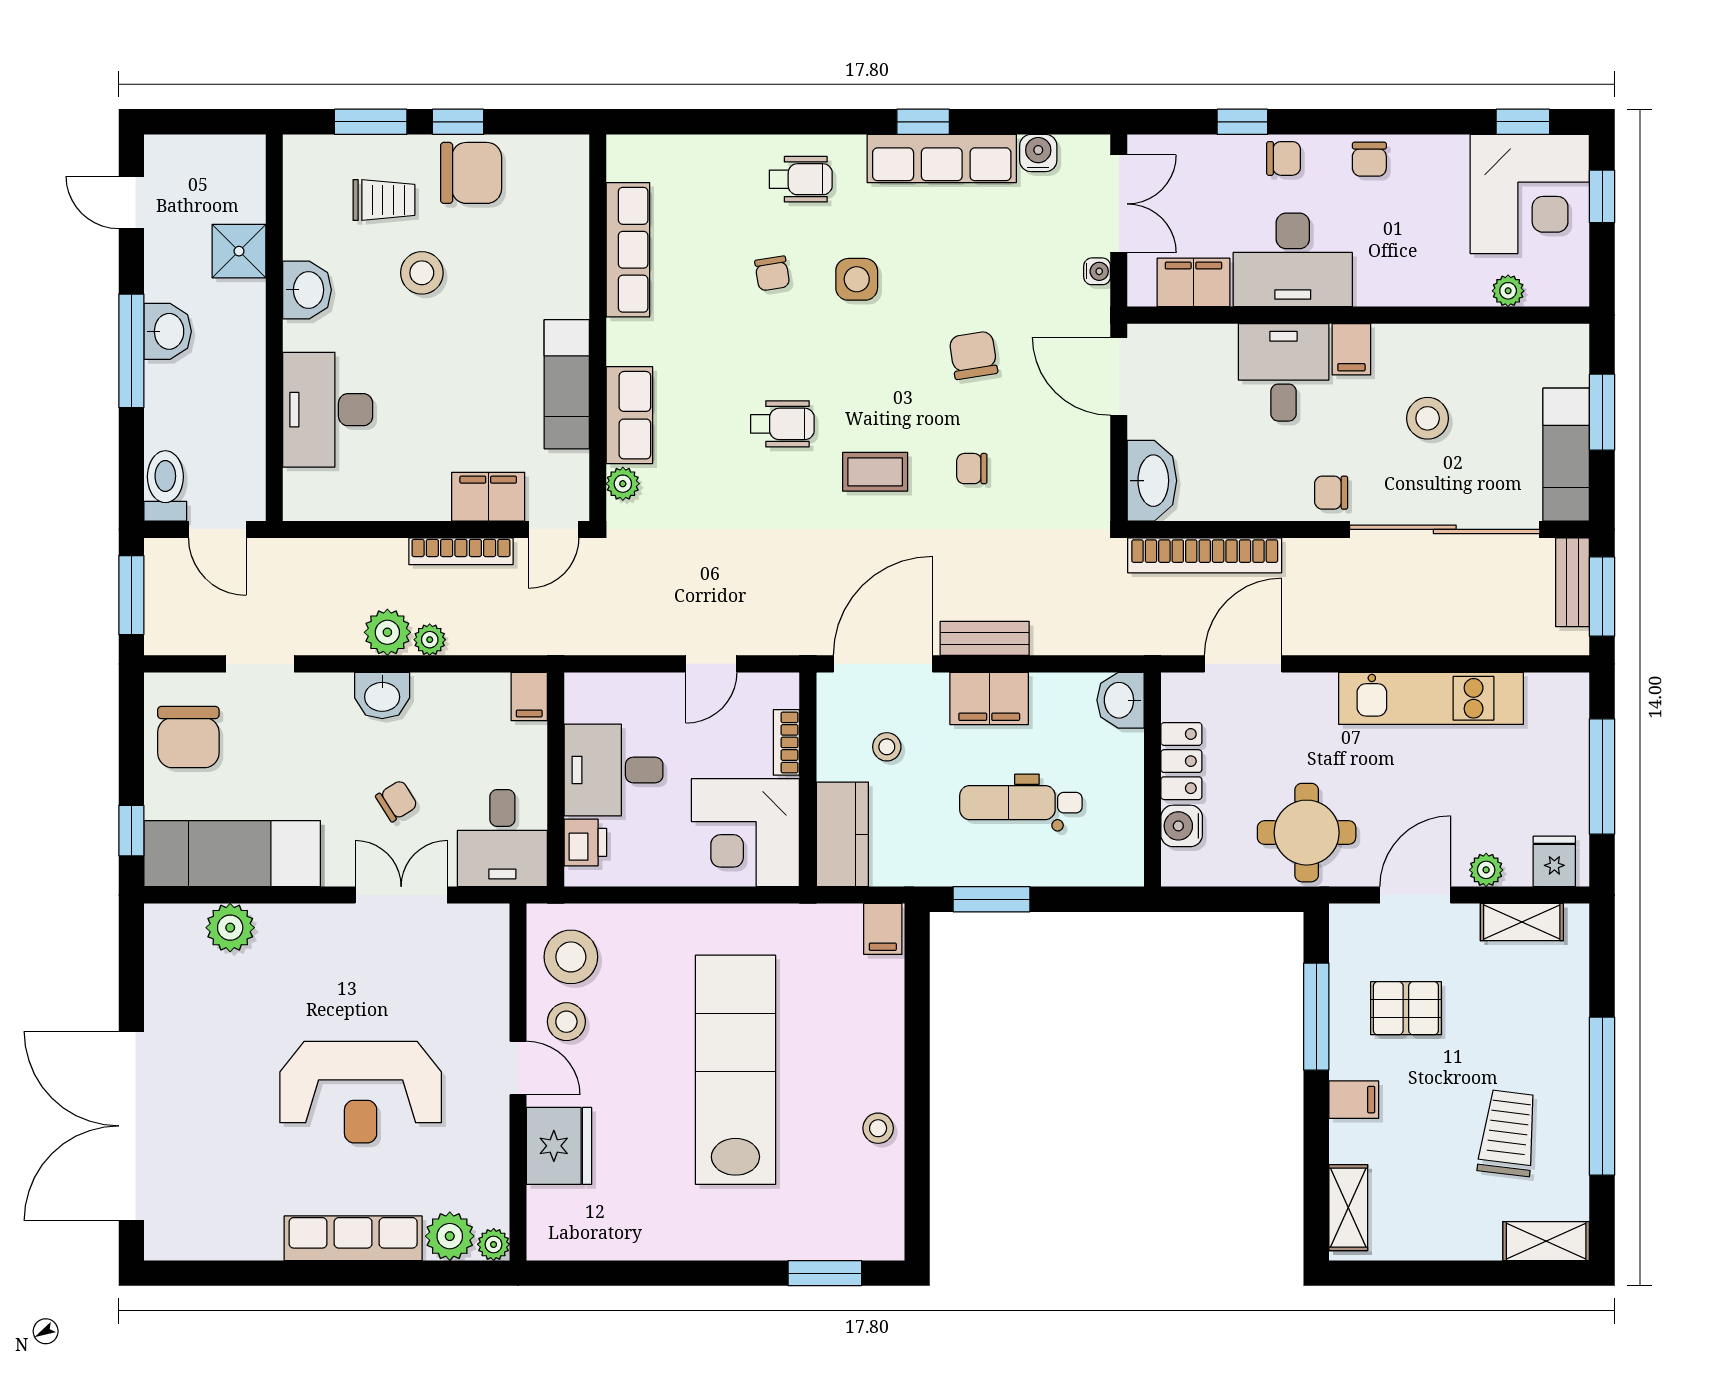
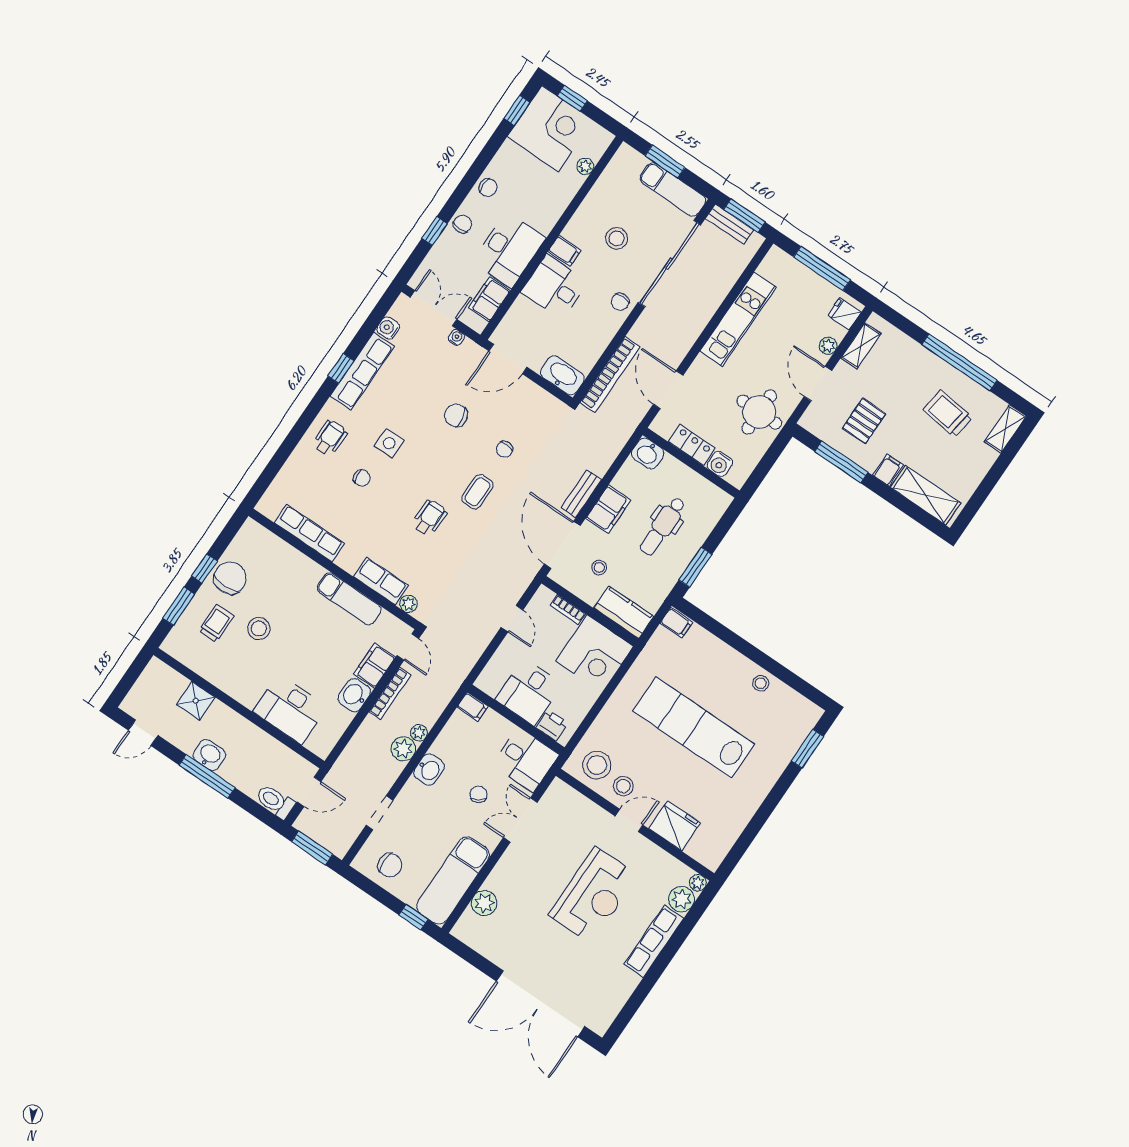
washbasin: (307, 290) -> (354, 695), moved, turned -90
chair: (188, 737) -> (390, 865), width x0.73, depth x0.73
shelving: (1348, 1208) -> (926, 495), width x1.50, depth x1.33

